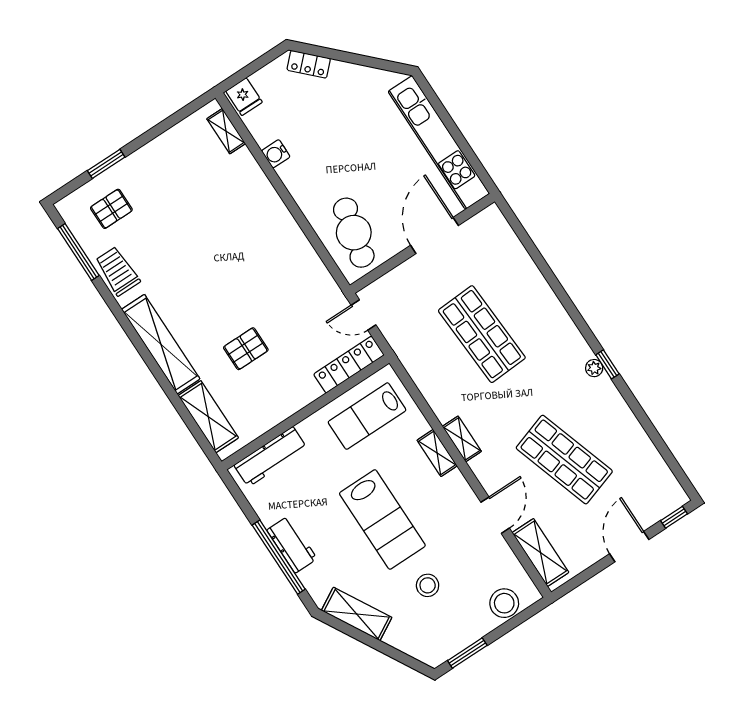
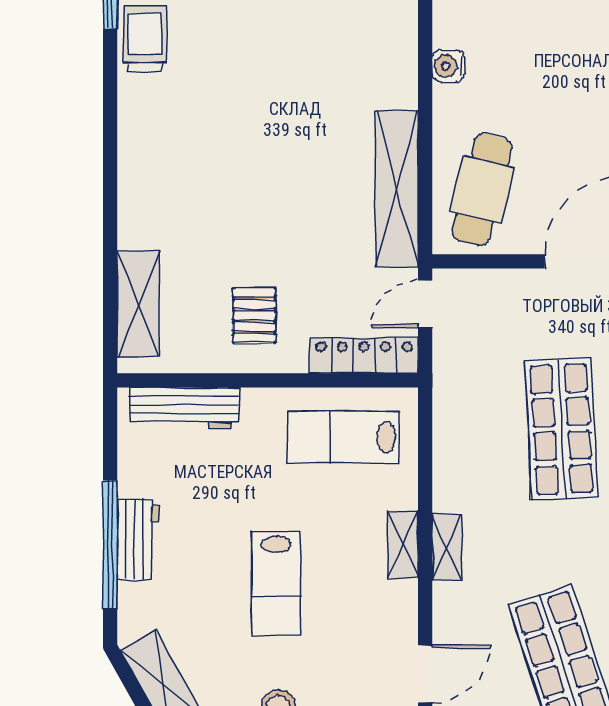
water cooler: (276, 154) -> (448, 66), moved
door: (364, 315) -> (425, 304), hinge flipped
shelving: (161, 344) -> (397, 189), moved
pallet: (246, 349) -> (254, 315), moved, turned 90
lab bench: (382, 519) -> (276, 584), width x0.73, depth x0.72

